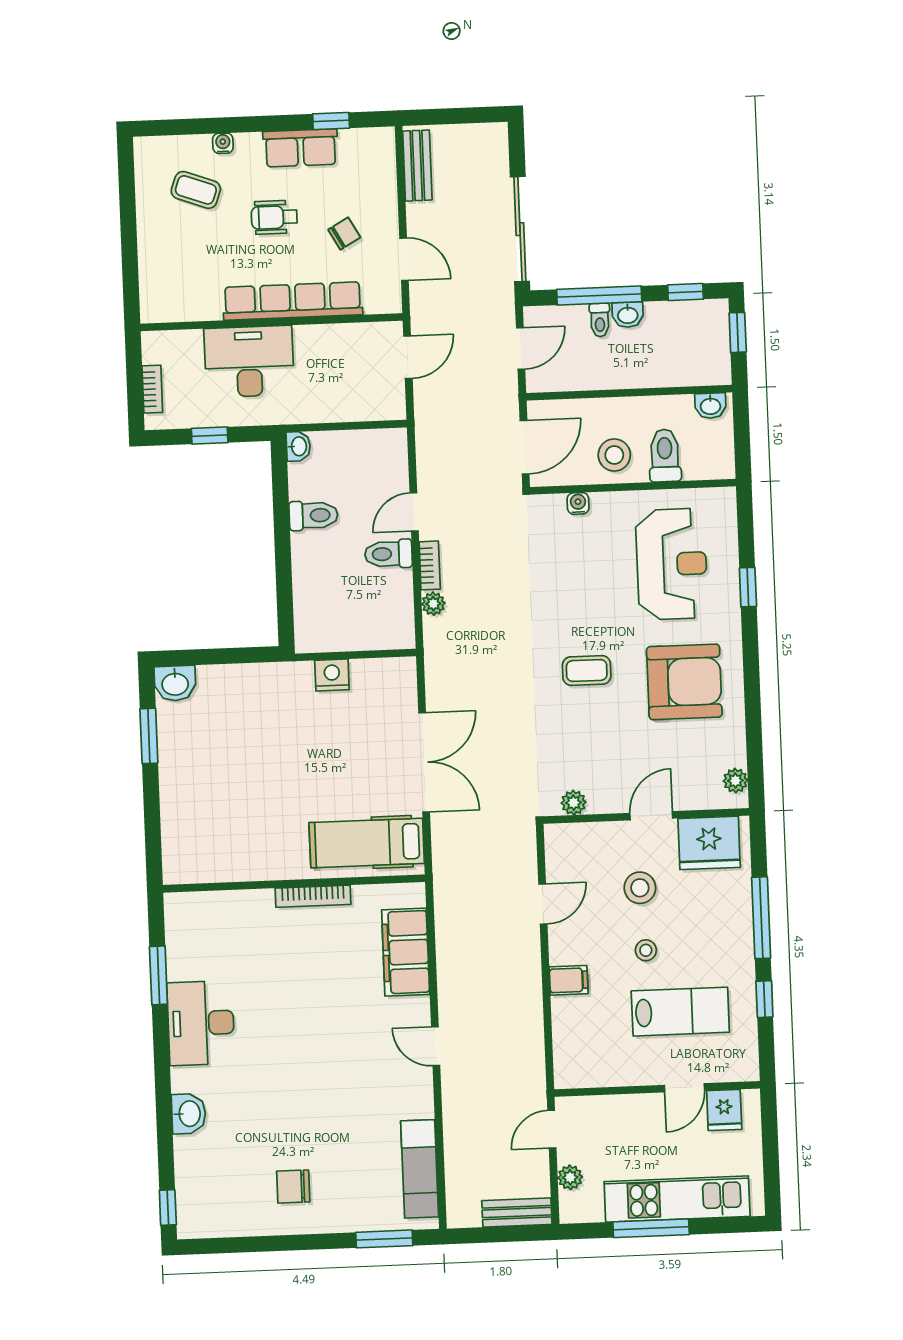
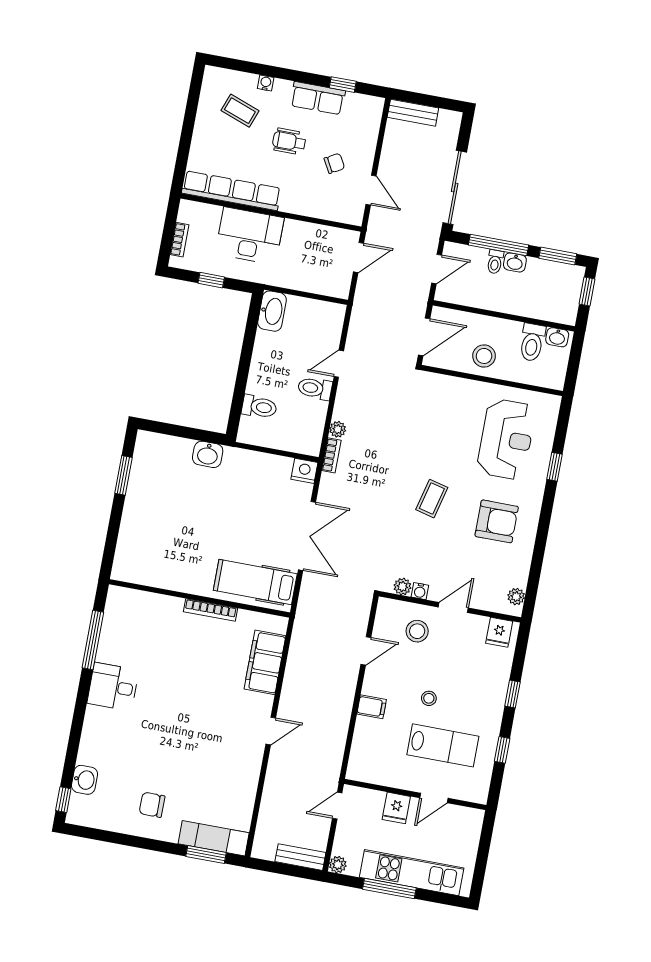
bench: (417, 166) -> (413, 113), moved, turned 90
window: (686, 292) -> (558, 256), width x1.50
row of seats: (293, 301) -> (231, 191), moved
washbasin: (298, 446) -> (272, 311), width x1.91, depth x1.45
toilet: (665, 455) -> (532, 342), moved, turned 180
water cooler: (578, 503) -> (420, 591), moved, turned 180
toilet: (313, 515) -> (259, 407), moved
bookcase: (430, 565) -> (331, 455), moved
coffee table: (587, 671) -> (432, 499), turned -76
nightstand: (332, 675) -> (304, 471), moved
armchair: (684, 682) -> (497, 521), width x0.73, depth x0.73
washbasin: (175, 683) -> (208, 454), moved
fridge: (709, 843) -> (499, 632), width x0.53, depth x0.75
stool: (640, 888) -> (417, 631), moved
window: (761, 918) -> (512, 694), width x0.46
window: (158, 975) -> (93, 640), width x1.44
desk: (201, 1023) -> (113, 687), width x0.73
door: (436, 1046) -> (271, 731), swing flipped
fridge: (724, 1110) -> (396, 808), moved
washbasin: (189, 1114) -> (85, 780), moved
exam couch: (420, 1169) -> (214, 838), moved, turned 90
plant: (570, 1177) -> (338, 865), moved

